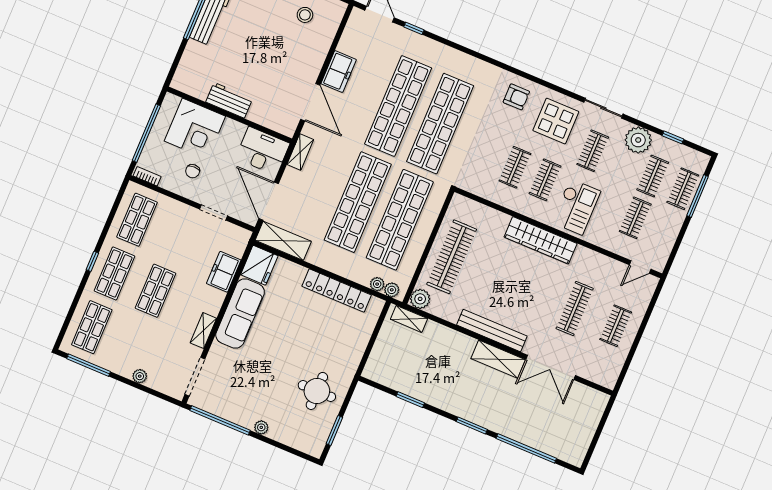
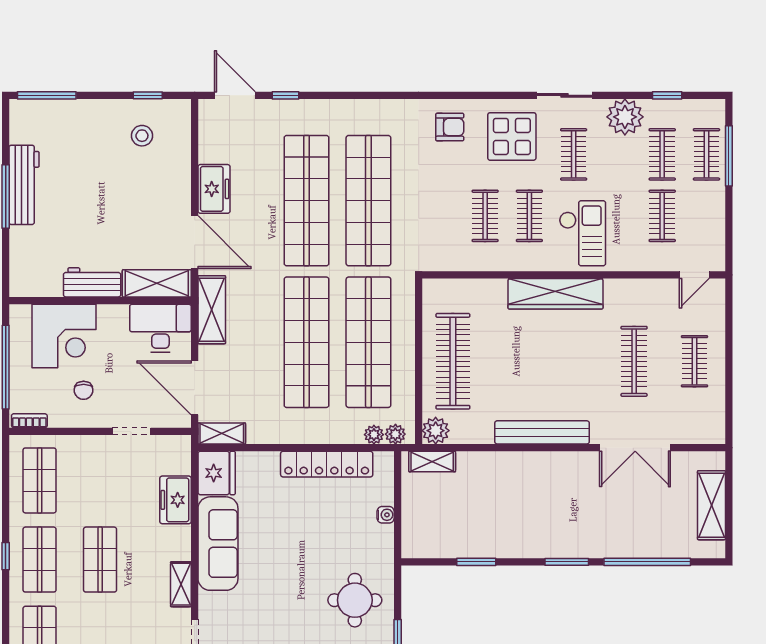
shelving: (273, 119) -> (157, 283), added
shelving: (300, 152) -> (212, 310), width x1.50, depth x1.33
shelving: (283, 241) -> (222, 433), width x0.67, depth x0.75
water cooler: (362, 342) -> (386, 515), added
shelving: (498, 359) -> (711, 505), moved, turned 90

